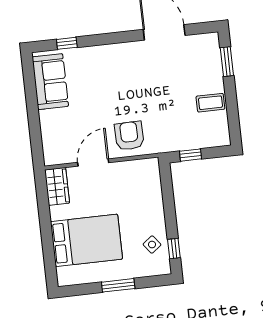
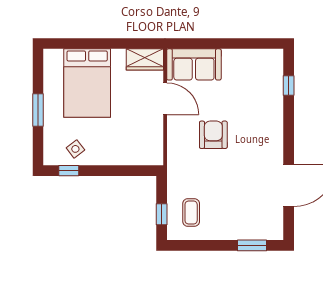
sofa: (50, 82) -> (194, 64), moved
coffee table: (210, 103) -> (191, 213), moved
armchair: (129, 136) -> (213, 135), moved, turned -89
window: (191, 155) -> (162, 214), moved

